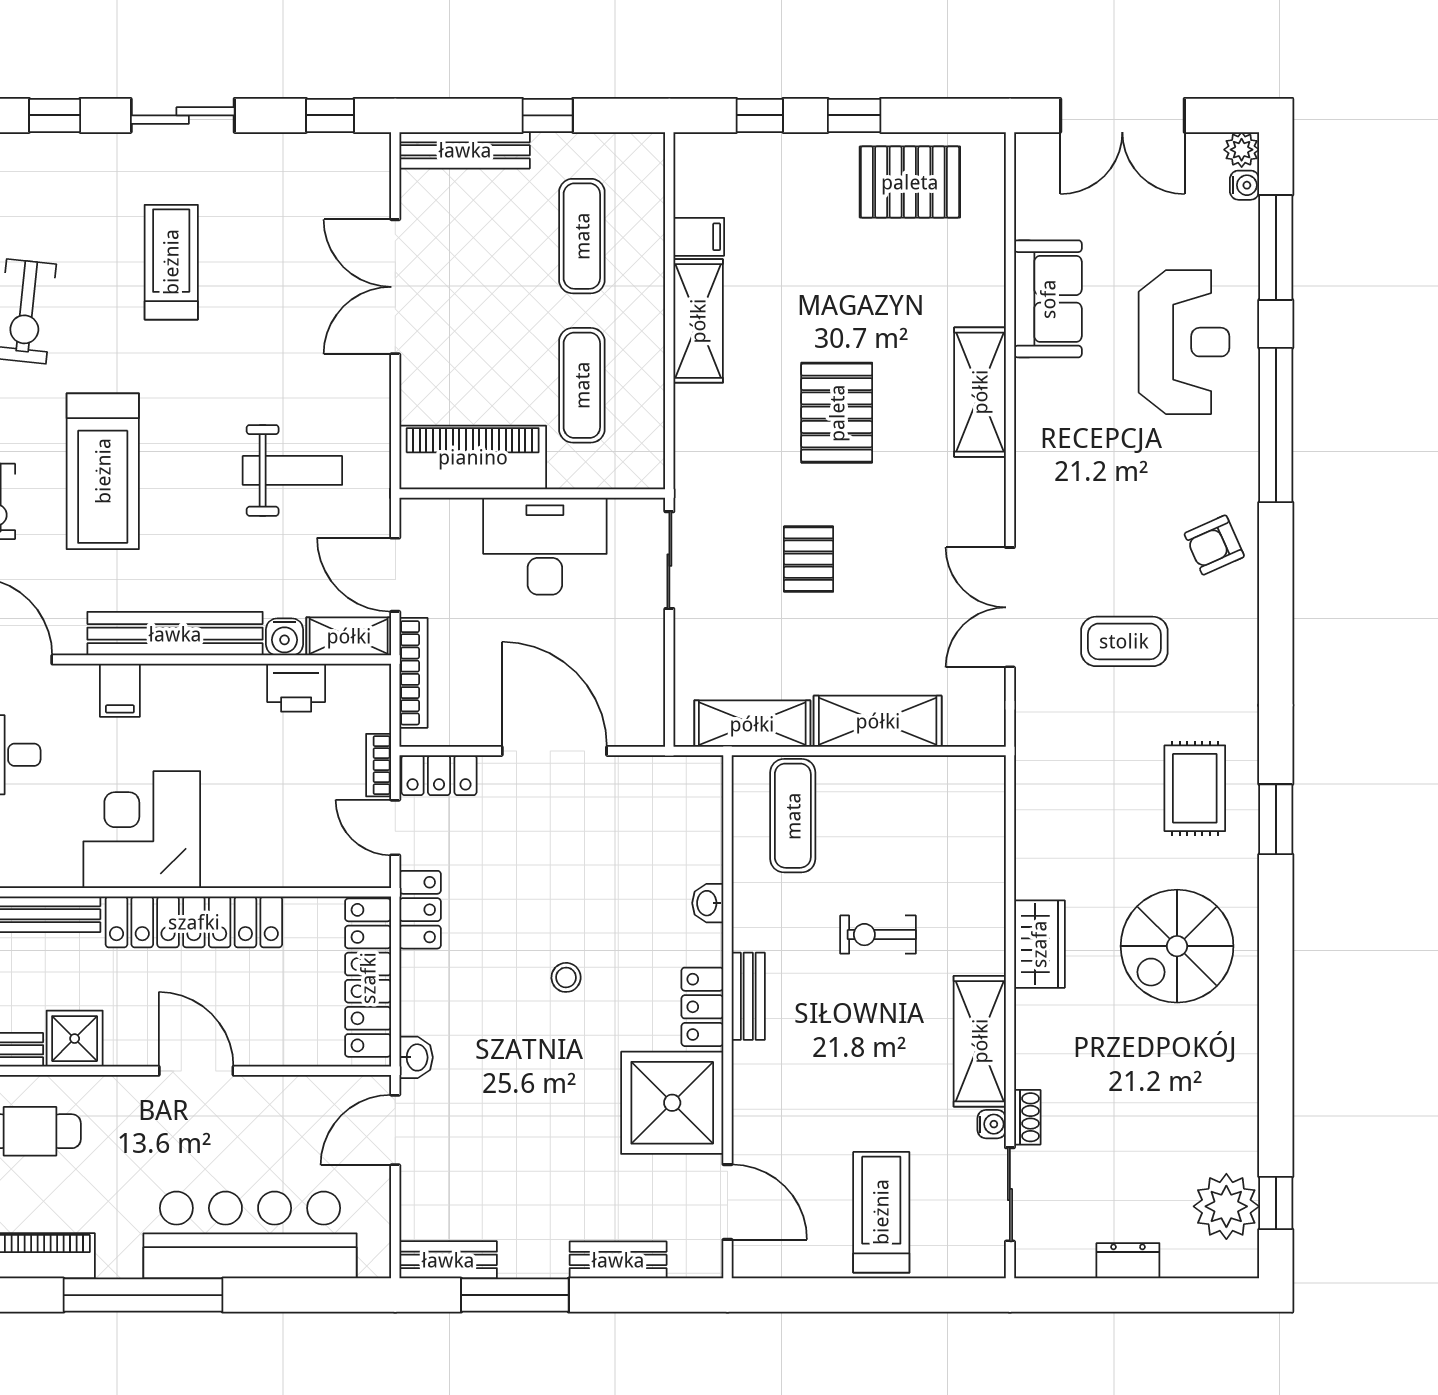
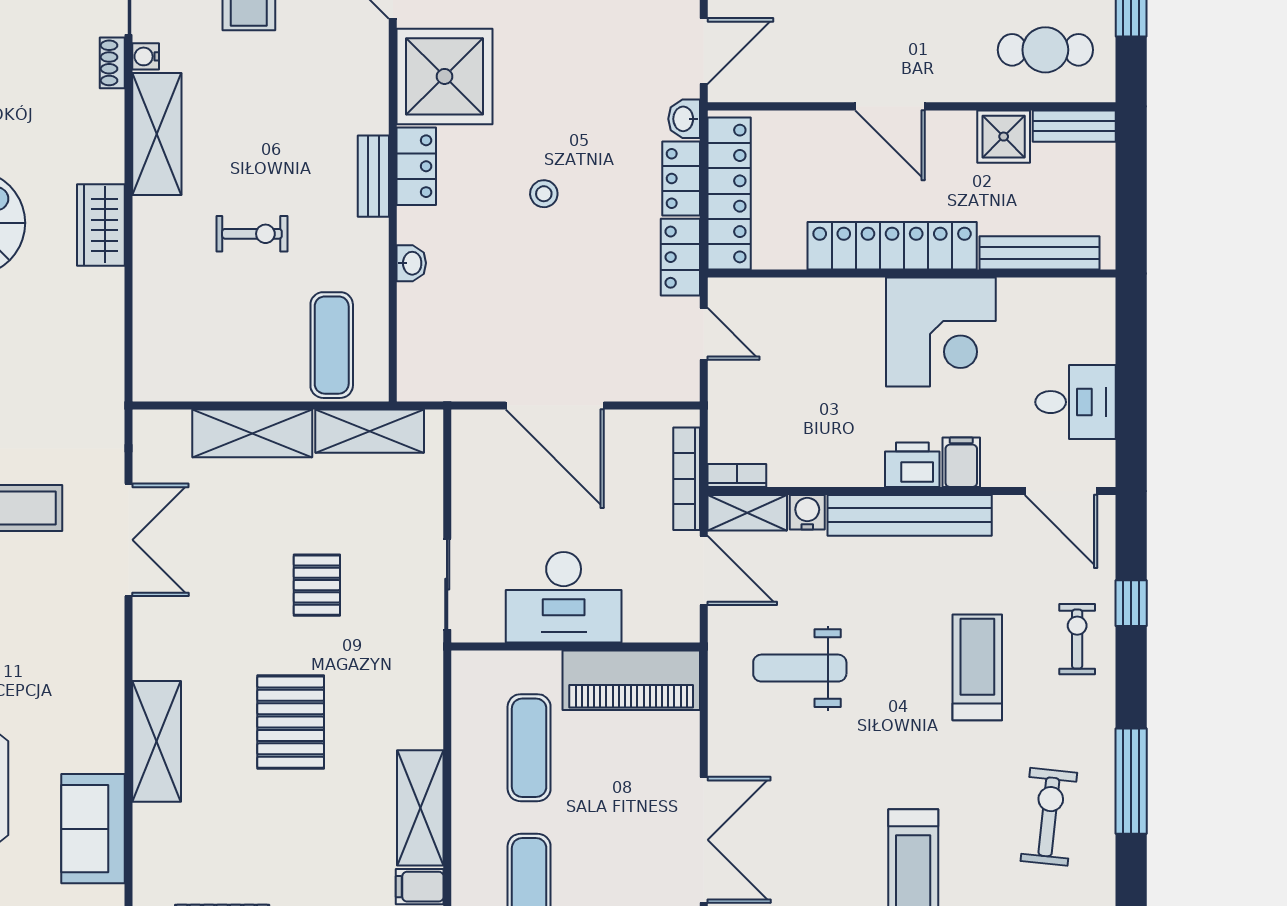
treadmill: (103, 471) -> (977, 667), width x0.73, depth x0.73
printer: (296, 688) -> (912, 465), moved
bookcase: (379, 765) -> (737, 475), moved, turned -90
locker: (439, 775) -> (681, 178), moved, turned -90

